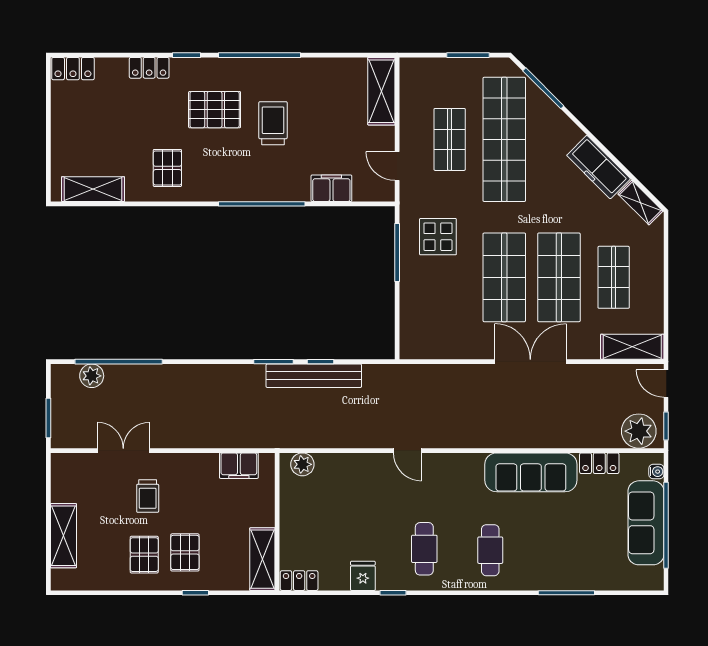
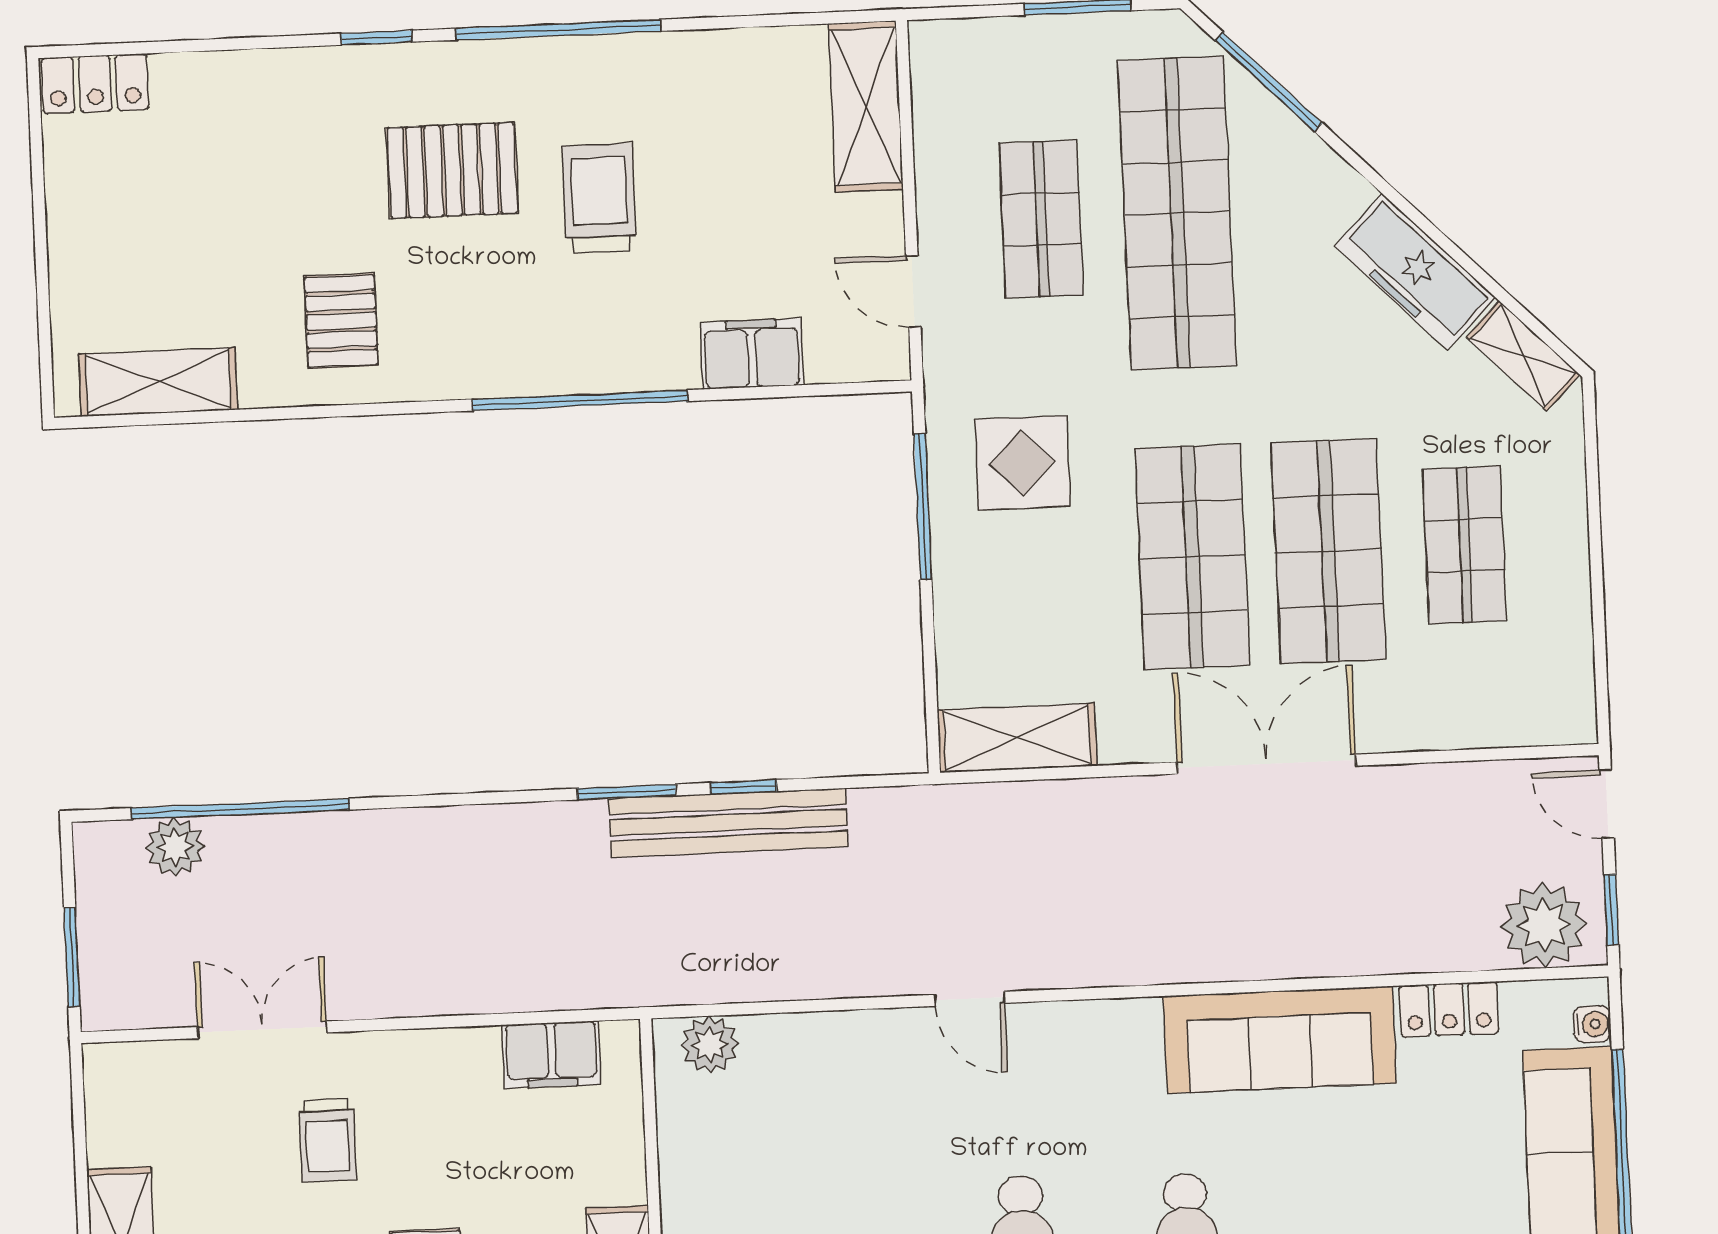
locker: (149, 68) -> (285, 74), removed
shelving: (632, 347) -> (1017, 738), moved

